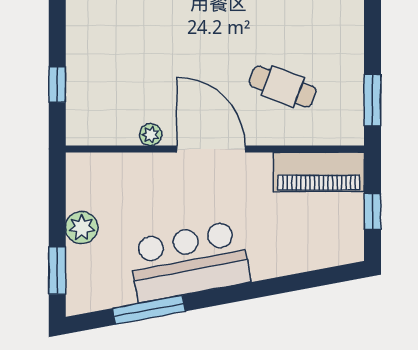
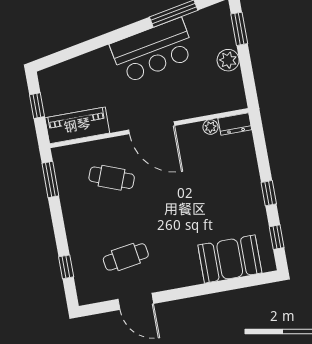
window: (57, 84) -> (269, 193), moved
dresser: (89, 133) -> (235, 124), added
plant: (151, 135) -> (210, 127), moved

